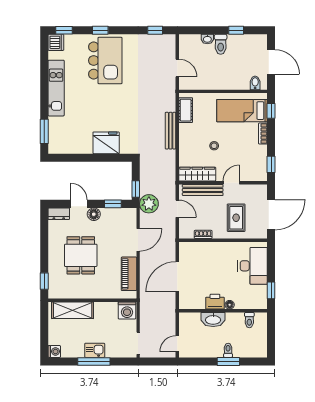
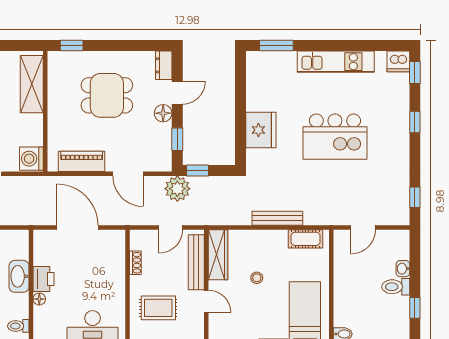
kitchen island: (105, 61) -> (335, 137), moved

